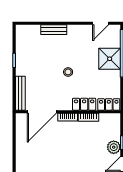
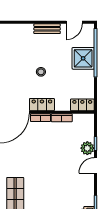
bench: (54, 30) -> (47, 29), moved
locker: (84, 104) -> (42, 105), moved

